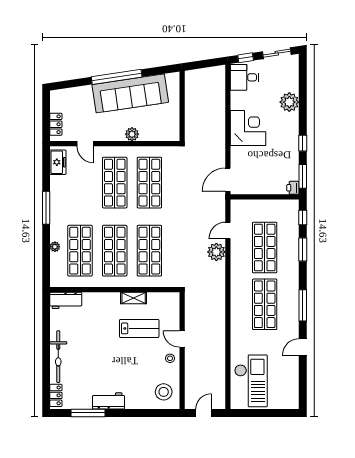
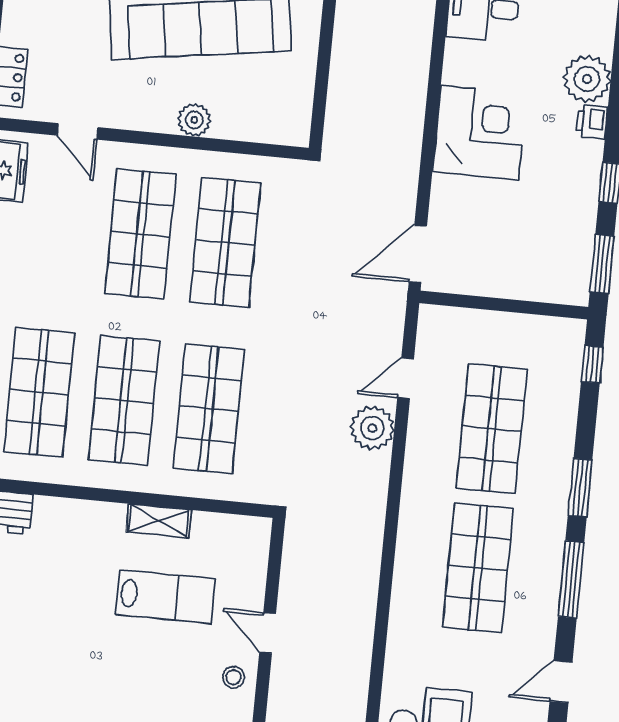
printer: (293, 188) -> (592, 122), moved
window: (303, 249) -> (580, 488), moved

